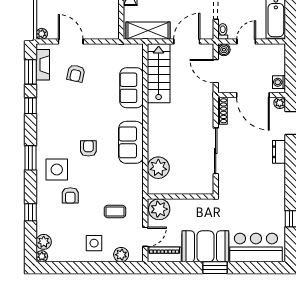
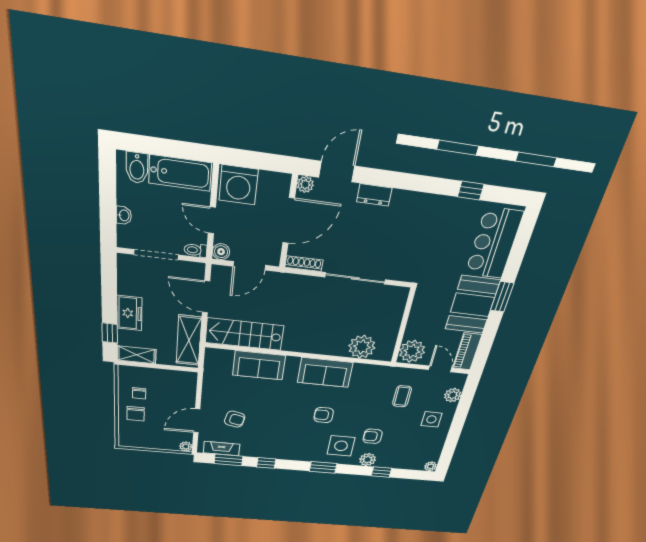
washing machine: (279, 82) -> (239, 185), moved, width x1.89, depth x1.89
armchair: (70, 195) -> (373, 436), turned 180
plant: (44, 242) -> (368, 460), moved

